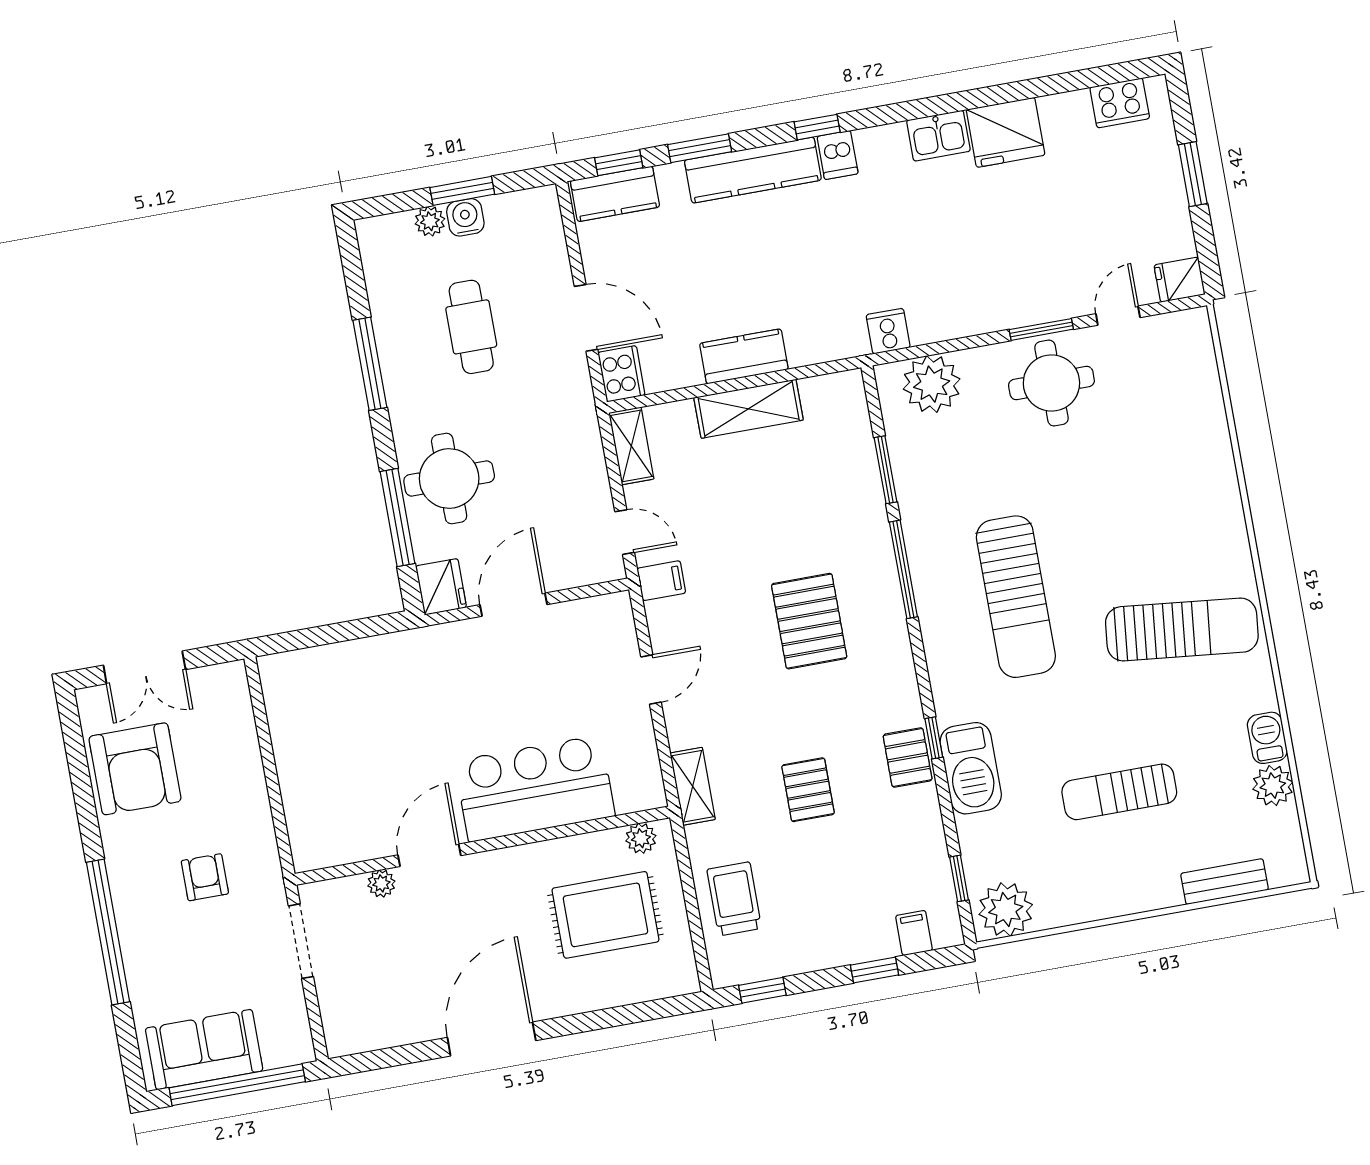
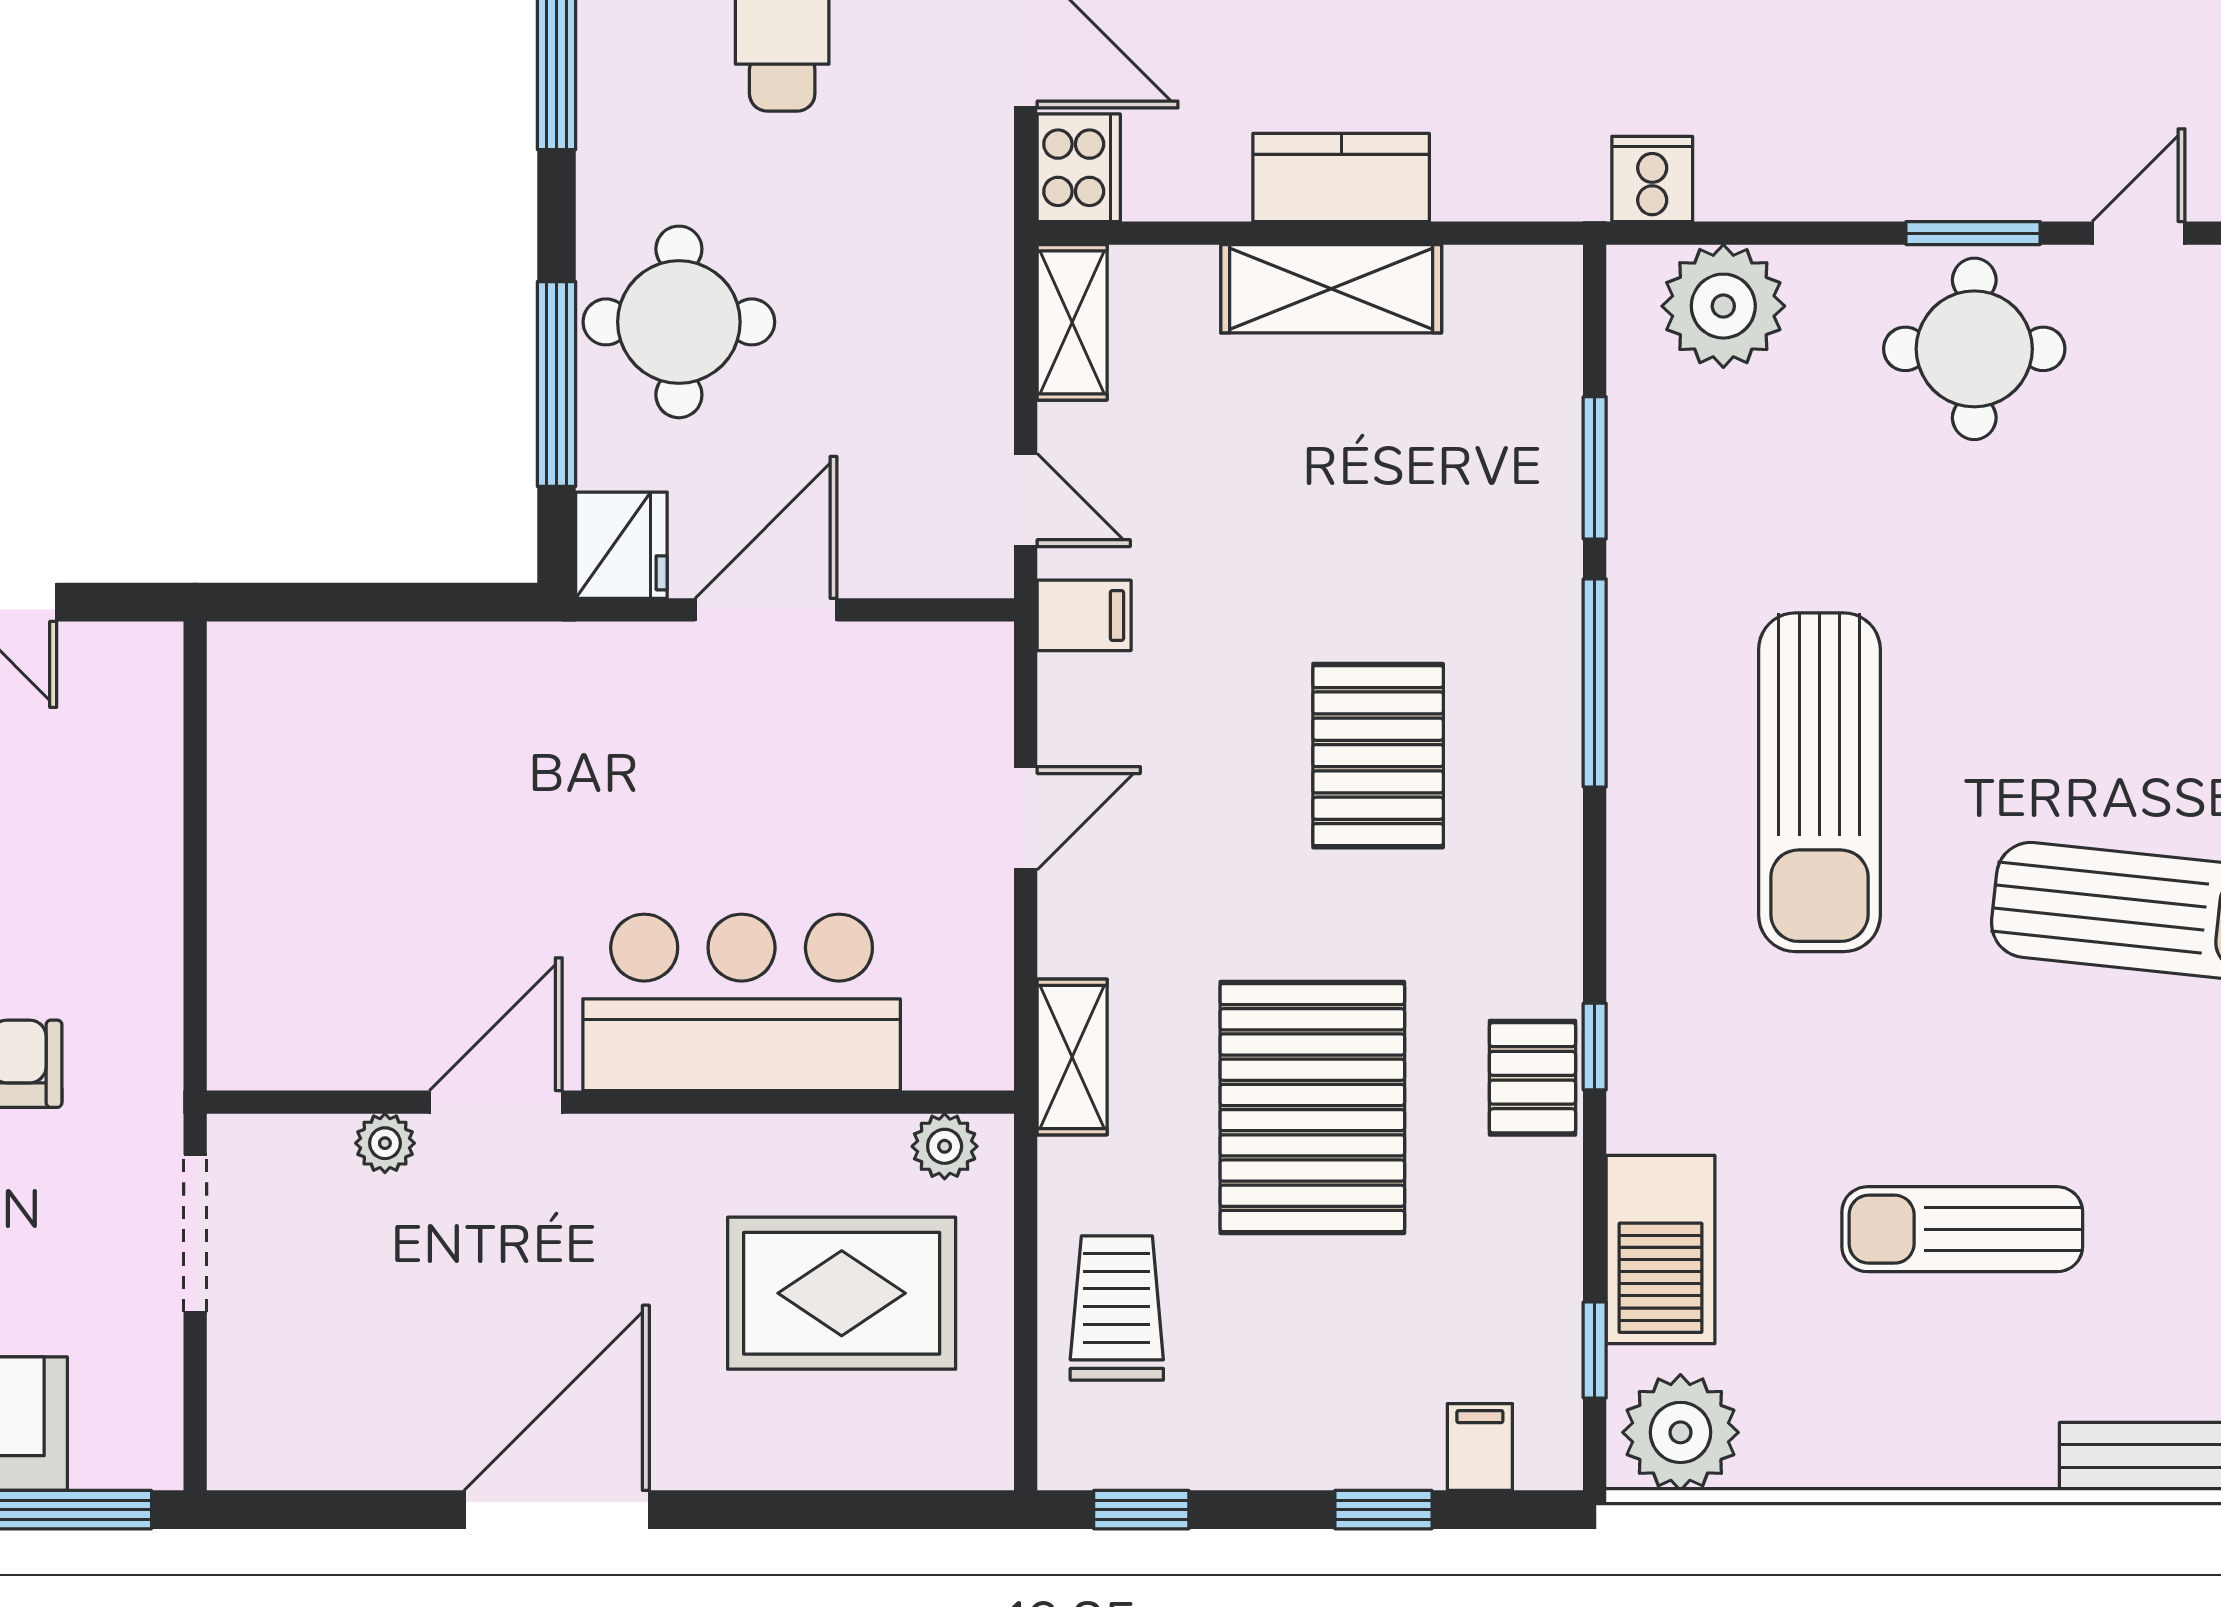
barbecue: (971, 768) -> (1661, 1250), moved
pallet: (808, 790) -> (1312, 1108), width x2.05, depth x2.00

